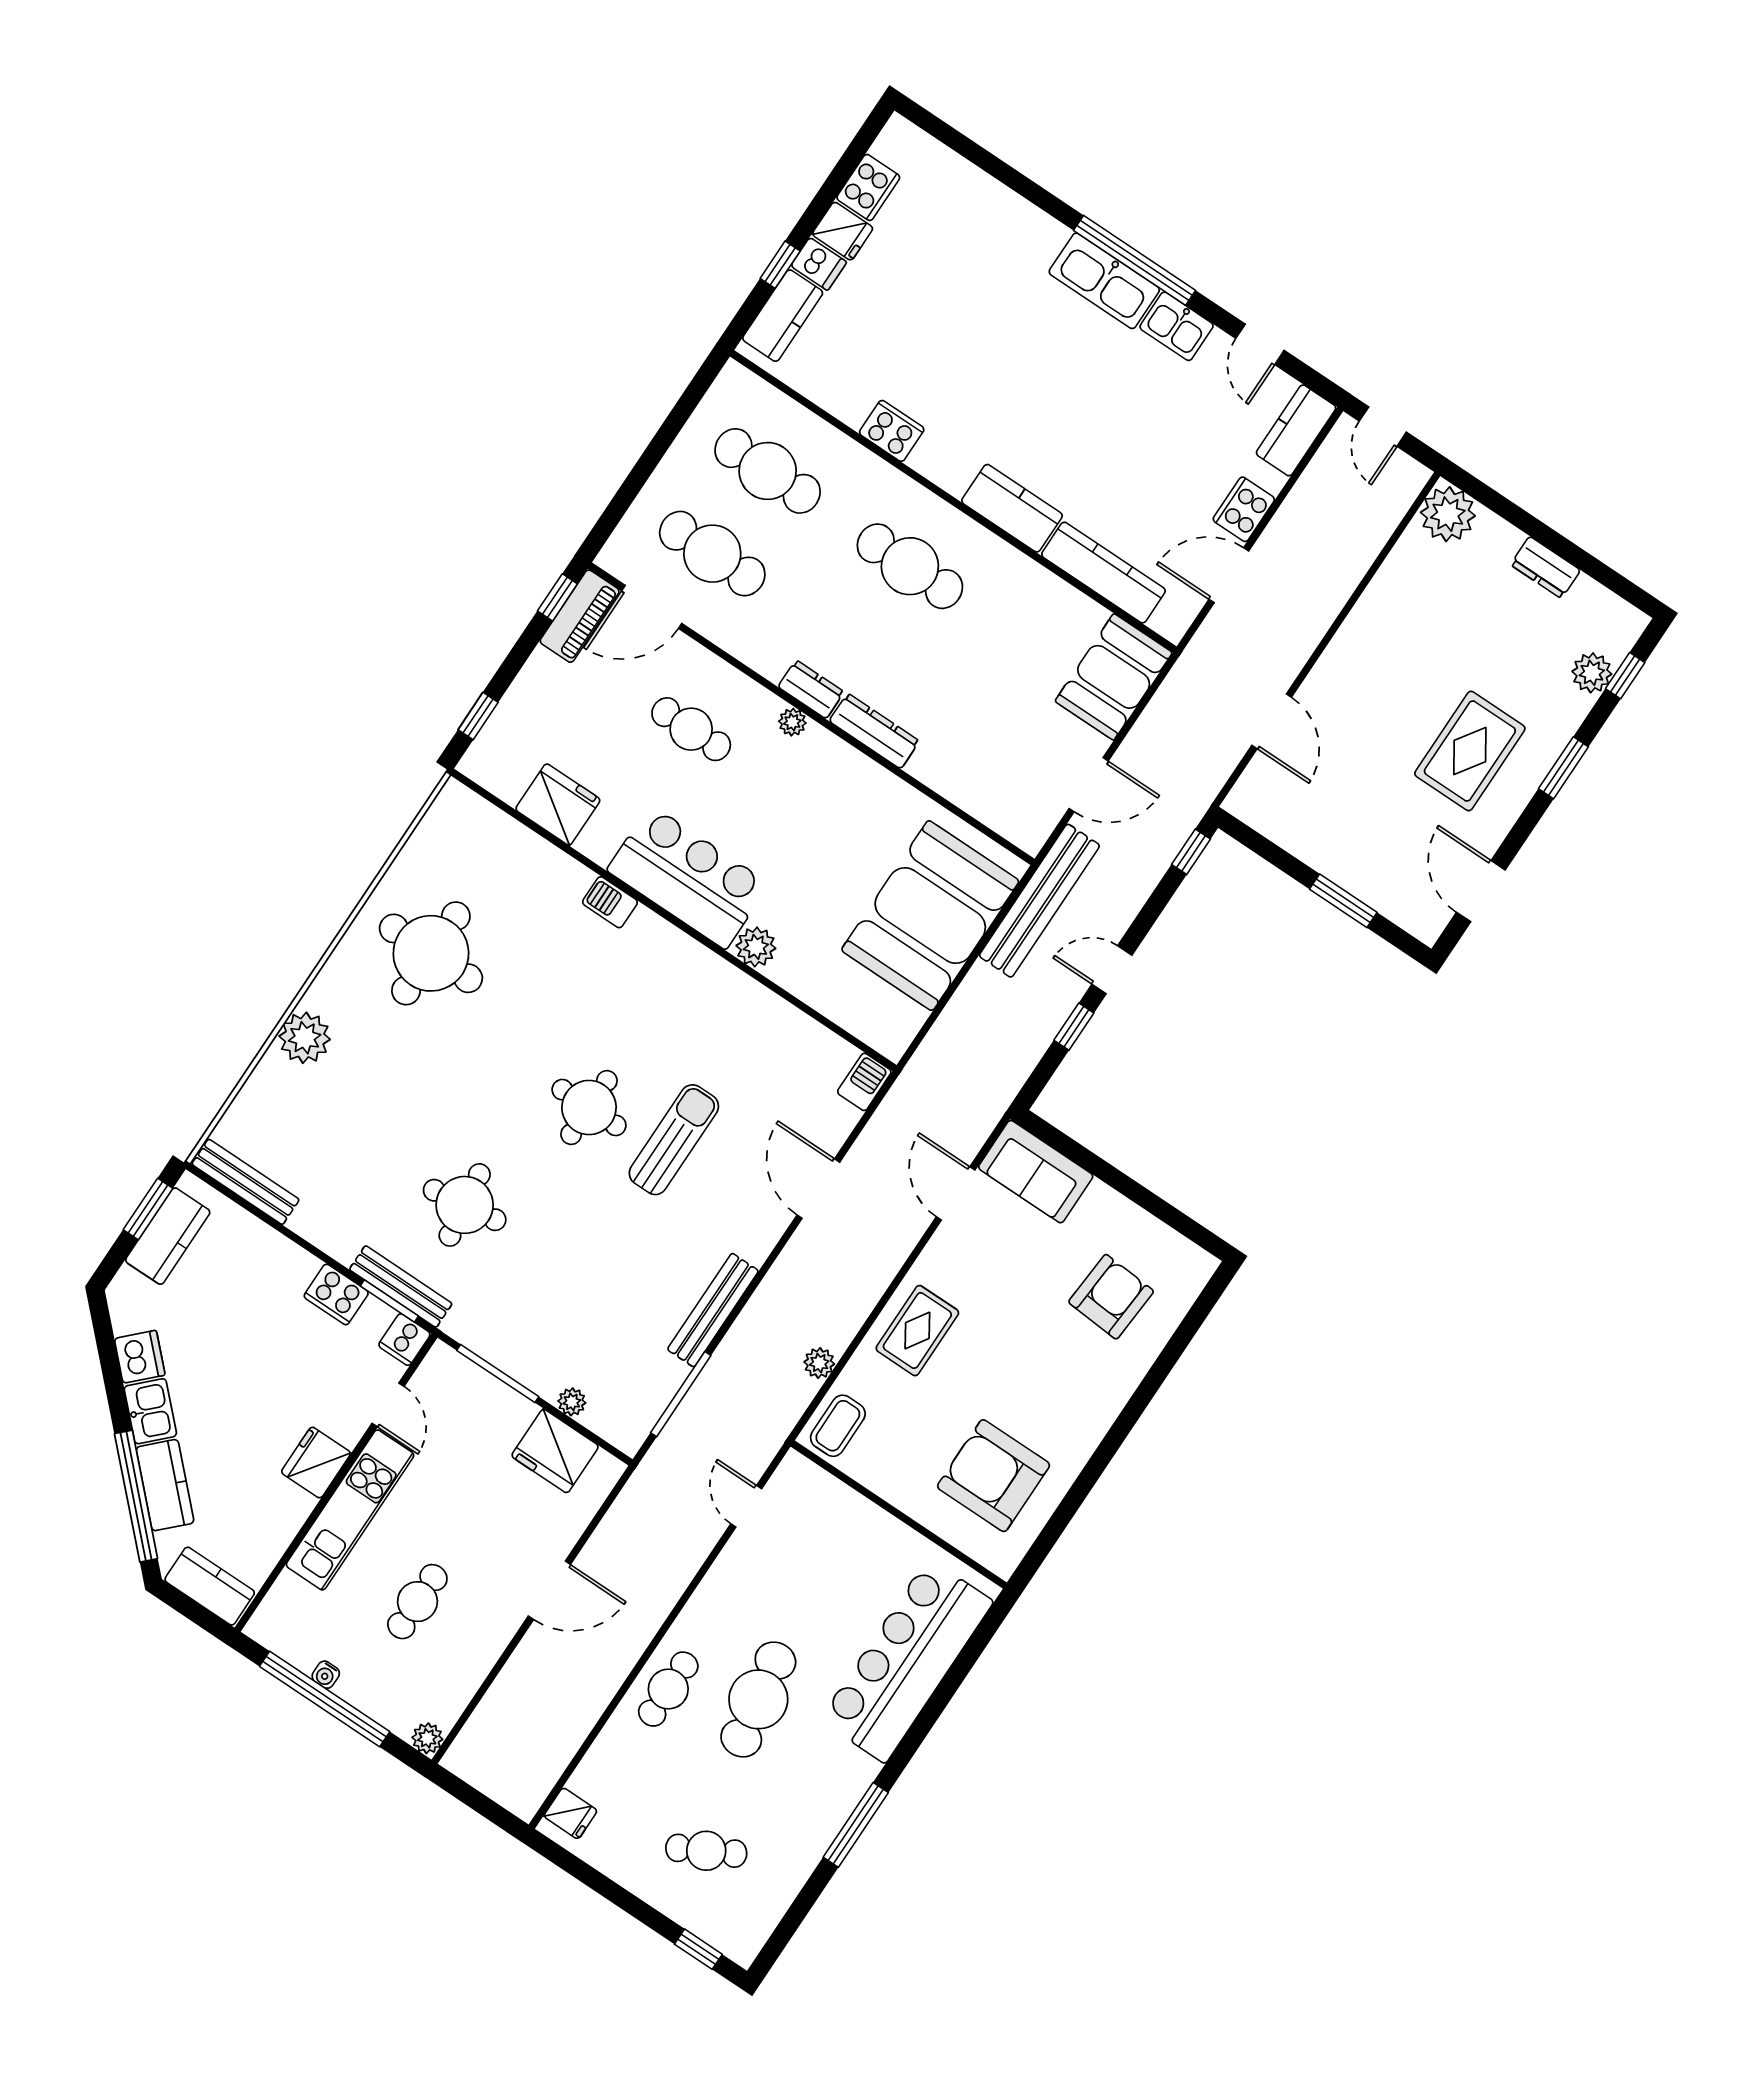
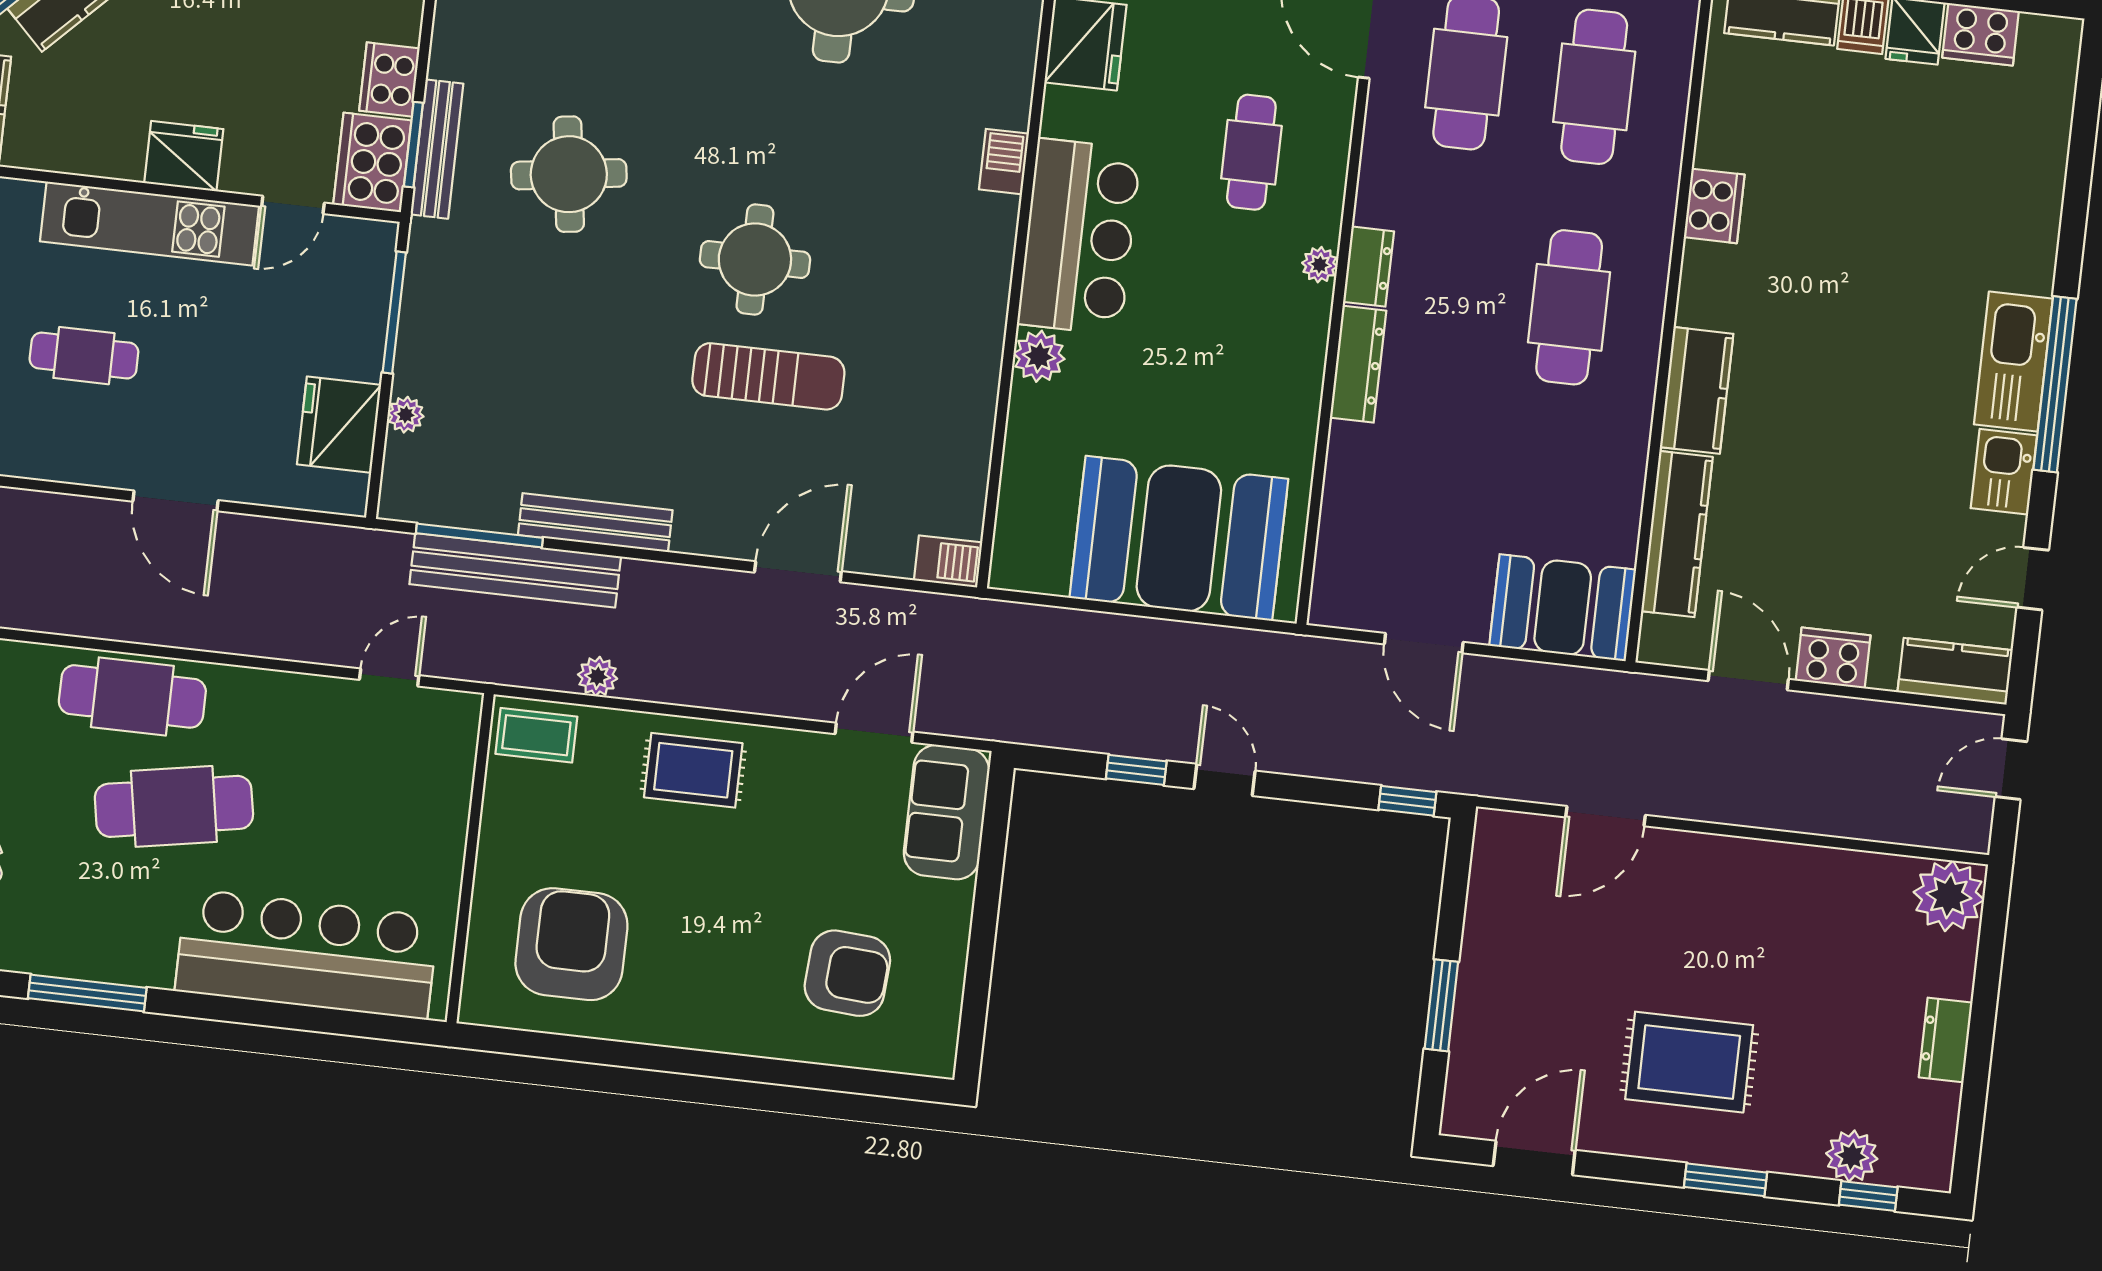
bench: (1039, 901) -> (515, 570), moved
cooker: (404, 1340) -> (372, 162), width x1.87, depth x1.31
cafe table: (668, 1689) -> (132, 696), width x1.37, depth x1.35

